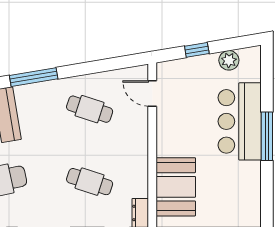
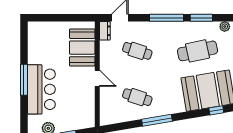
window: (34, 77) -> (157, 120), moved
door: (152, 94) -> (97, 78), moved

